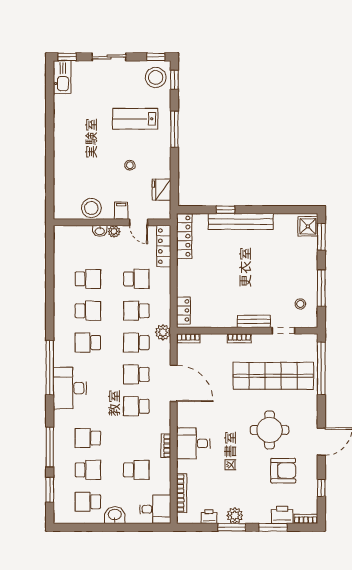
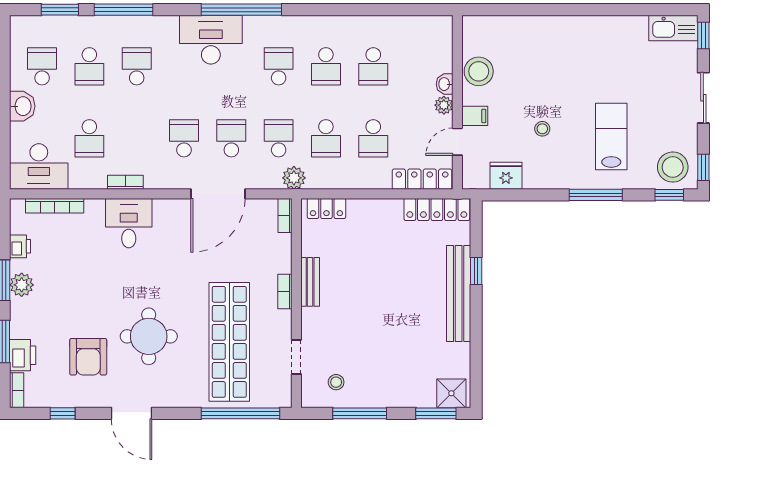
school desk: (136, 311) -> (326, 138), turned 180
bench: (254, 321) -> (310, 282), moved
desk: (155, 509) -> (39, 167), width x1.37

